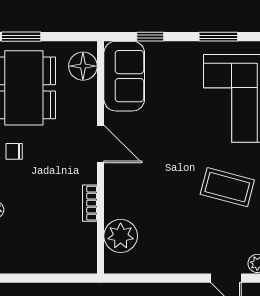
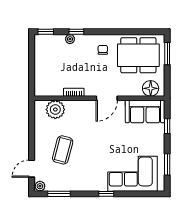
coffee table: (227, 187) -> (63, 150), moved

